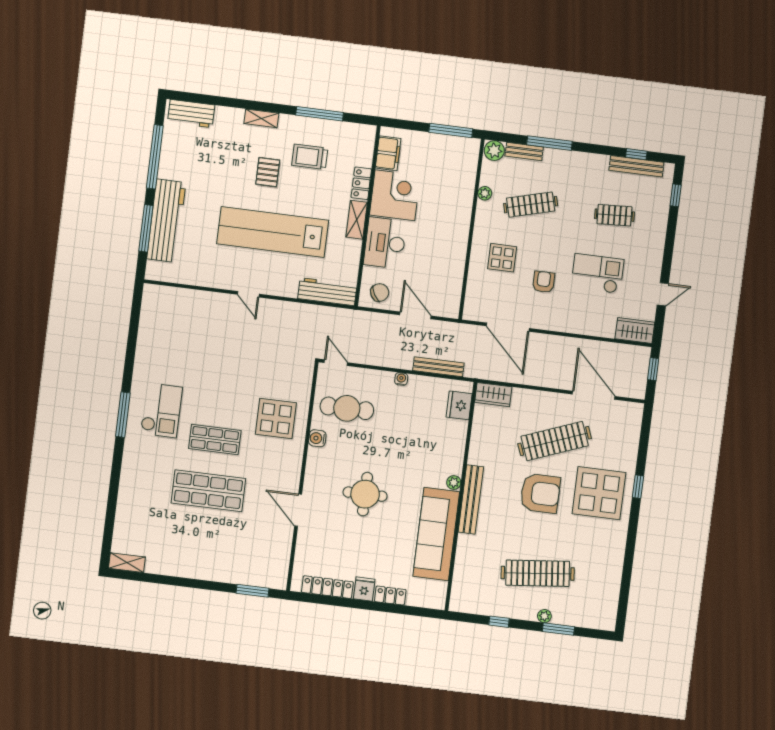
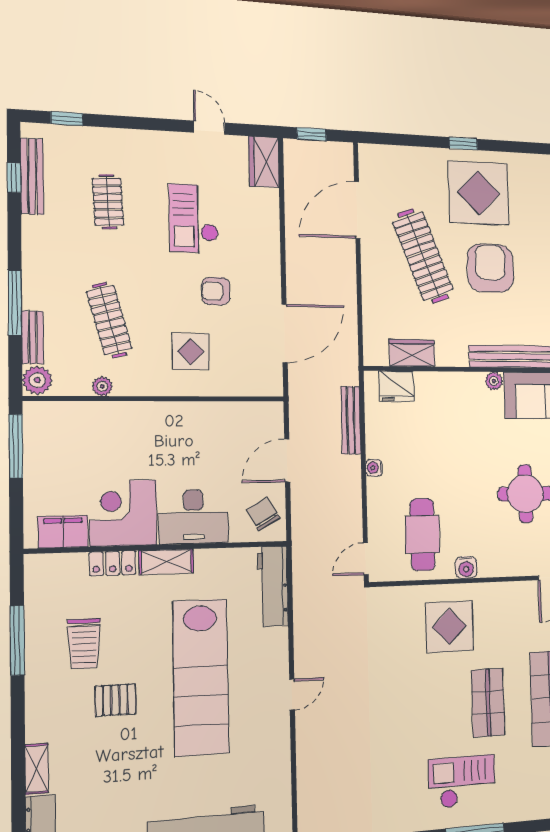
shelving: (261, 118) -> (37, 769), moved
wardrobe: (493, 395) -> (412, 353), moved, turned -90

